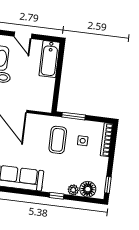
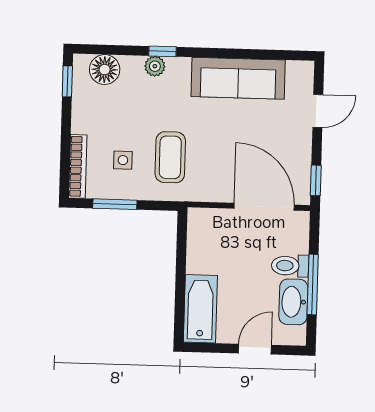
door: (23, 35) -> (255, 349), hinge flipped
window: (74, 116) -> (115, 204), moved
plant: (73, 190) -> (155, 66), moved

